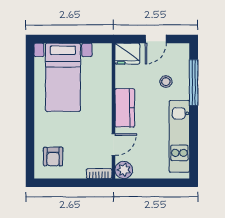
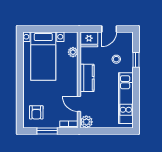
plant: (105, 72) -> (73, 52), added
window: (194, 82) -> (136, 60), width x0.46
door: (113, 145) -> (79, 104), swing flipped
window: (68, 183) -> (47, 131), added

